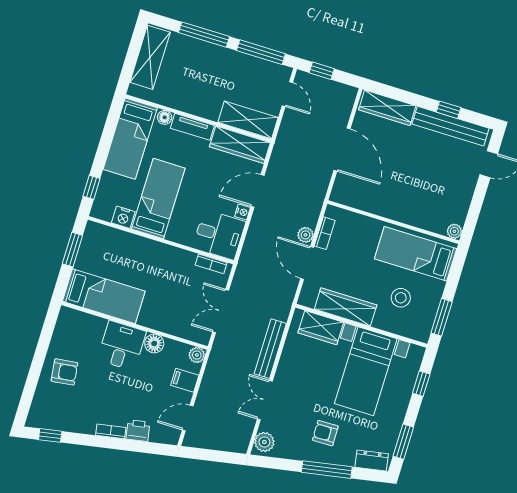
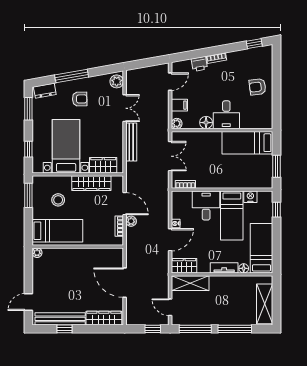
wardrobe: (240, 145) -> (184, 266), width x0.67
desk: (219, 235) -> (206, 205), moved, turned 90

